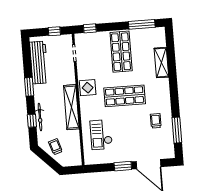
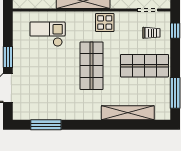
shelving: (161, 63) -> (128, 113), width x1.47
trolley: (156, 121) -> (151, 33), moved

